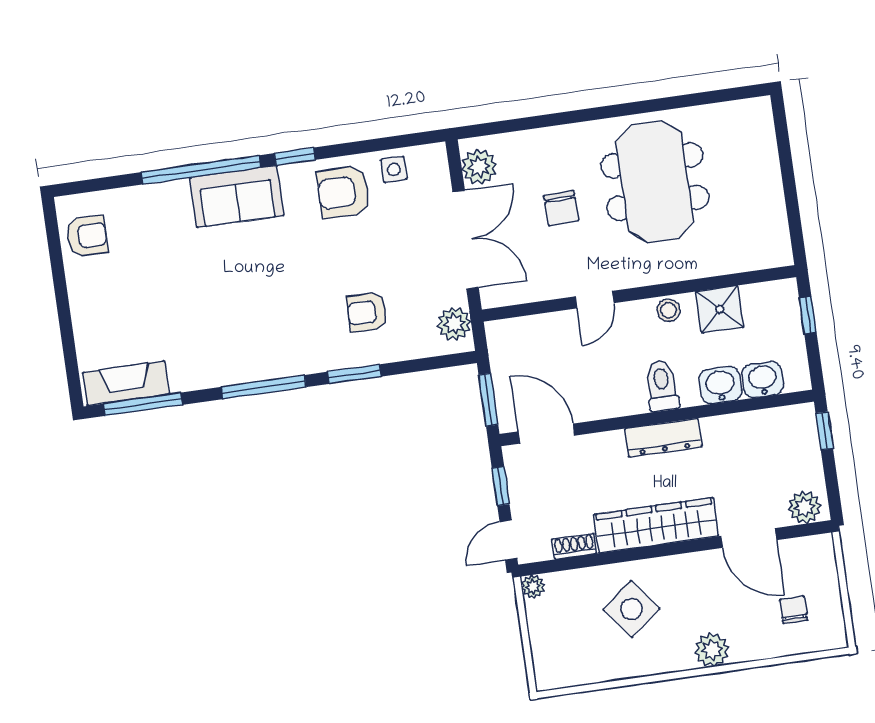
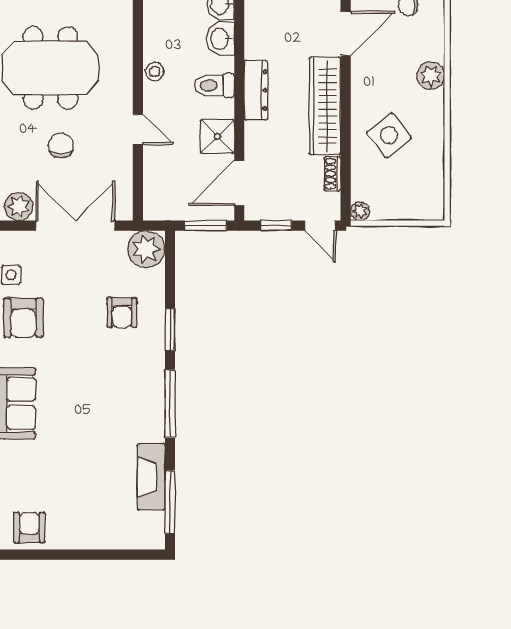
chair: (561, 208) -> (61, 146), turned -88
shower: (720, 309) -> (217, 137), moved
plant: (454, 324) -> (146, 249), width x1.36, depth x1.36
fireplace: (126, 383) -> (151, 477), moved

